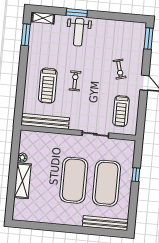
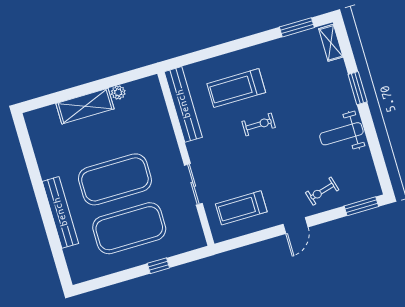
weight bench: (79, 32) -> (341, 134), moved
exercise bike: (120, 69) -> (322, 191), moved
bench: (105, 223) -> (60, 212), moved

